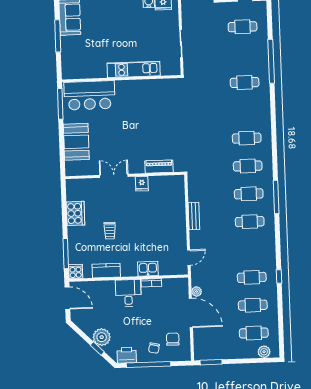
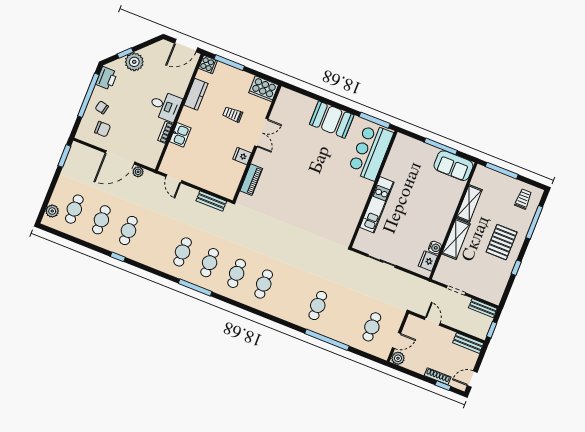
piano: (159, 167) -> (251, 180), moved
wall: (125, 175) -> (257, 143), moved
double door: (114, 176) -> (261, 133), moved
fridge: (142, 184) -> (242, 156), moved

